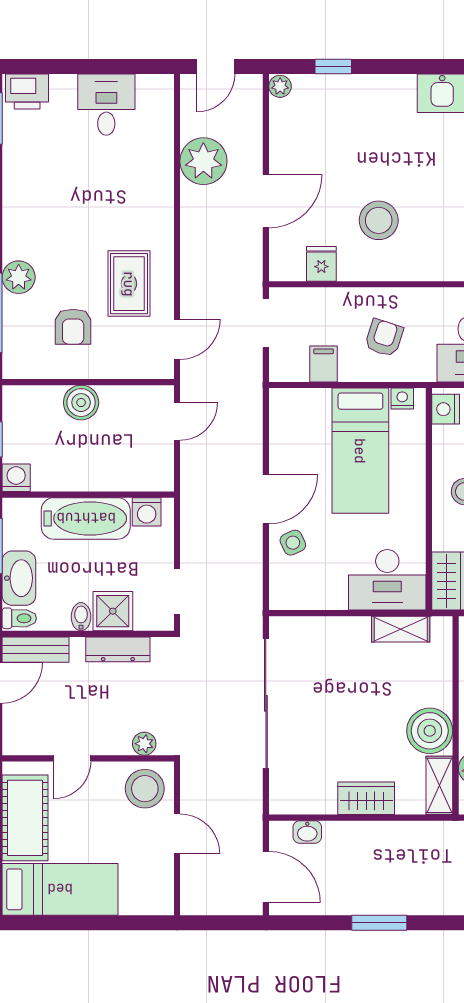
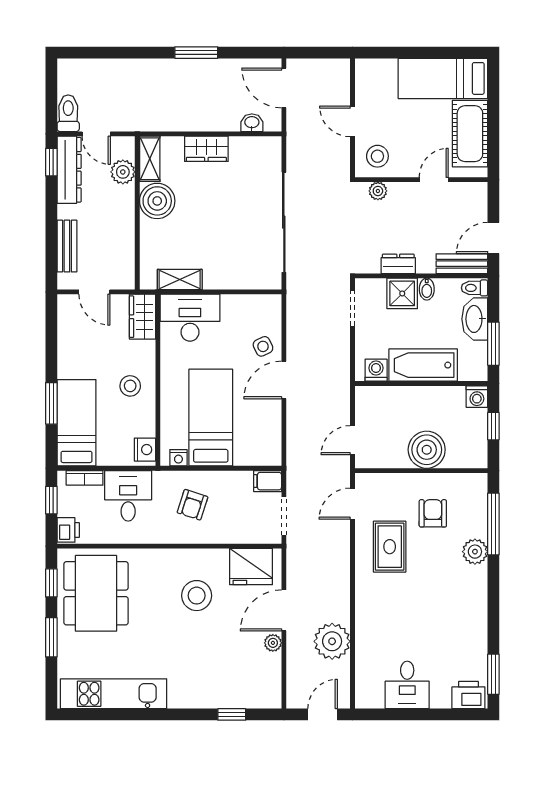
plant: (280, 86) -> (273, 643), moved
fridge: (321, 264) -> (251, 567), width x1.88, depth x1.34
filing cabinet: (324, 364) -> (268, 481), moved, turned 90
boiler: (81, 403) -> (427, 450), width x1.37, depth x1.37
dresser: (118, 649) -> (398, 264), width x0.70
stool: (145, 789) -> (377, 156), width x0.73, depth x0.73

